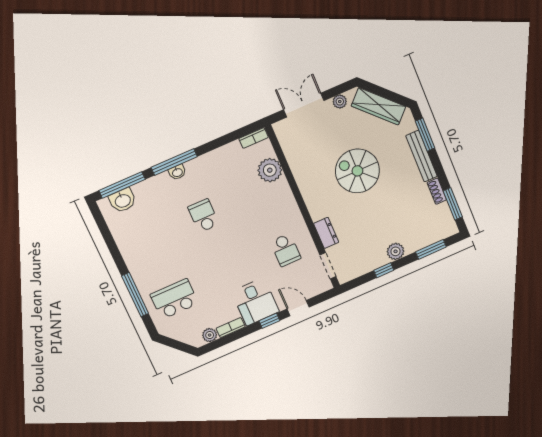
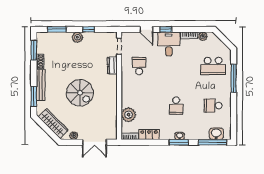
locker: (225, 154) -> (149, 135), added
window: (174, 162) -> (179, 142), width x0.69
school desk: (147, 241) -> (213, 106), added

